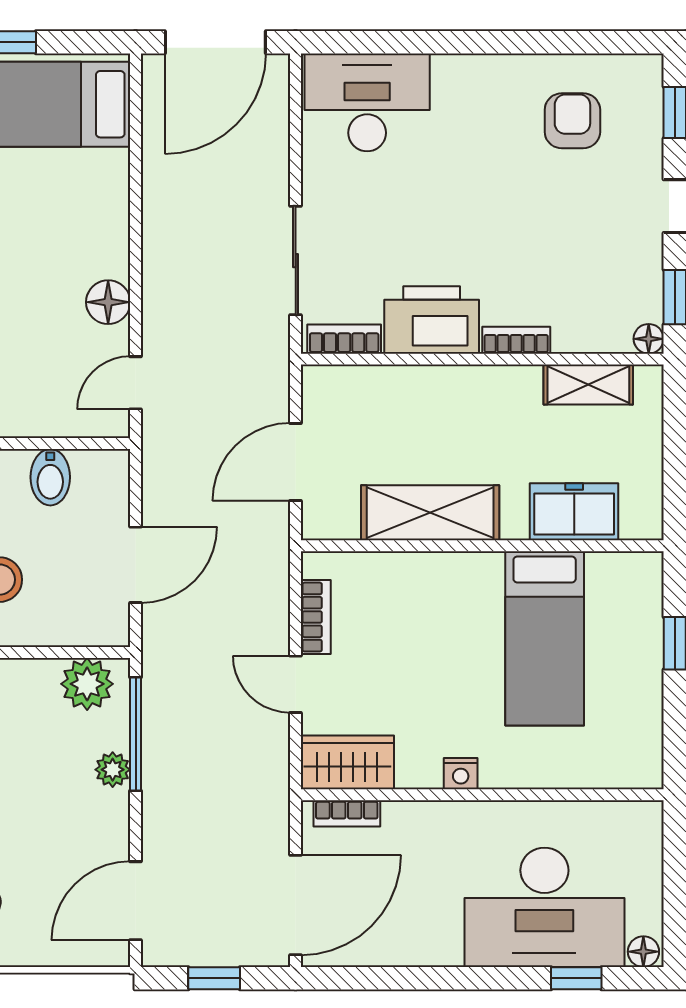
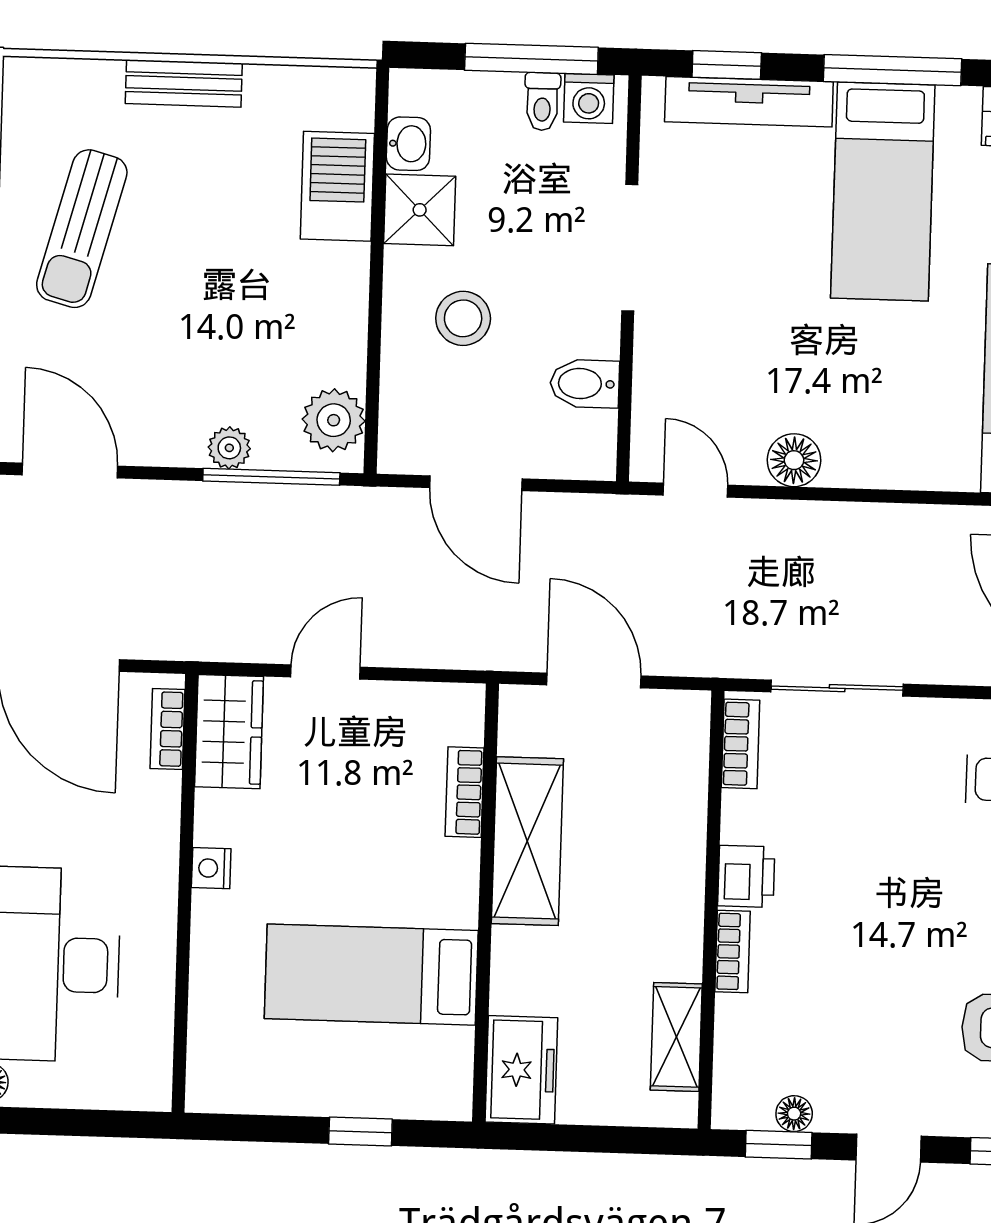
printer: (432, 320) -> (746, 876), width x0.53, depth x0.68
floor lamp: (649, 339) -> (794, 1114), moved
freezer: (574, 512) -> (521, 1070), moved
bookcase: (316, 617) -> (465, 792), moved, turned 90

